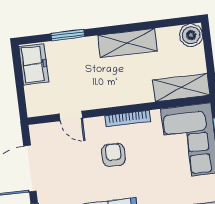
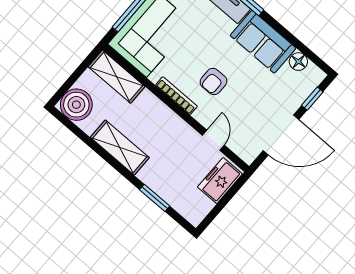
boiler: (191, 35) -> (76, 105), width x1.37, depth x1.37
freezer: (34, 64) -> (220, 181), moved

